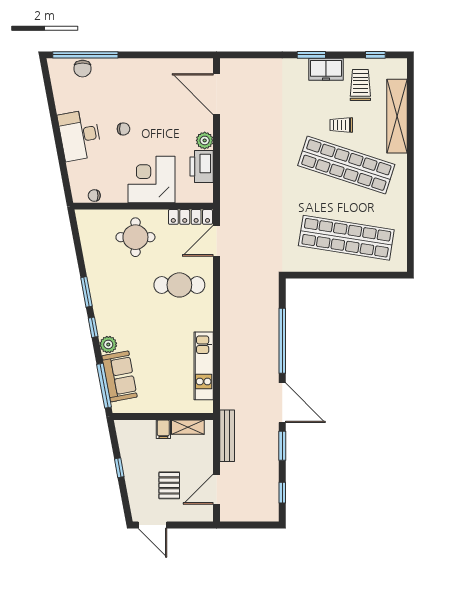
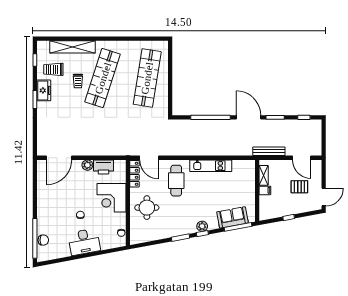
plant: (108, 344) -> (202, 226), moved
kitchen unit: (204, 366) -> (211, 166), moved
door: (282, 403) -> (249, 117), hinge flipped

